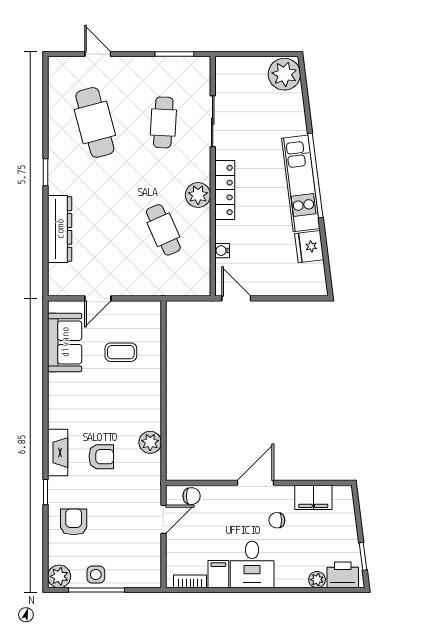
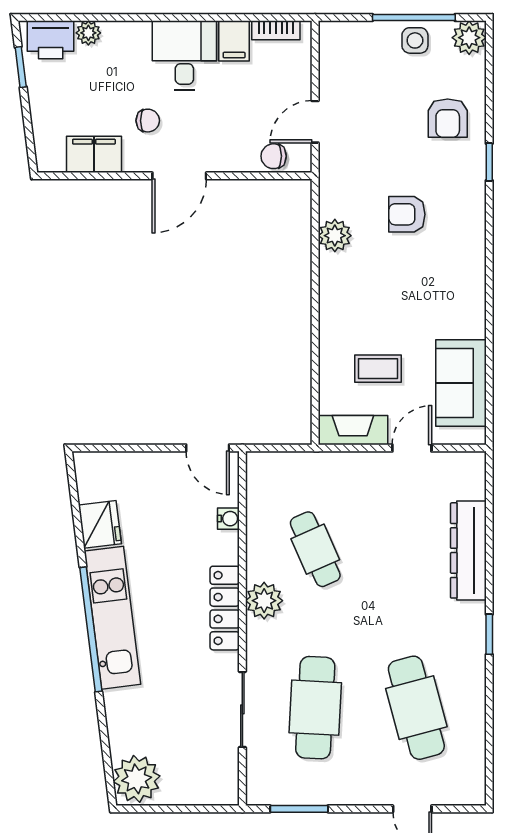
cafe table: (163, 122) -> (315, 708), width x1.37, depth x1.35
fireplace: (58, 453) -> (353, 430), moved, turned 90

